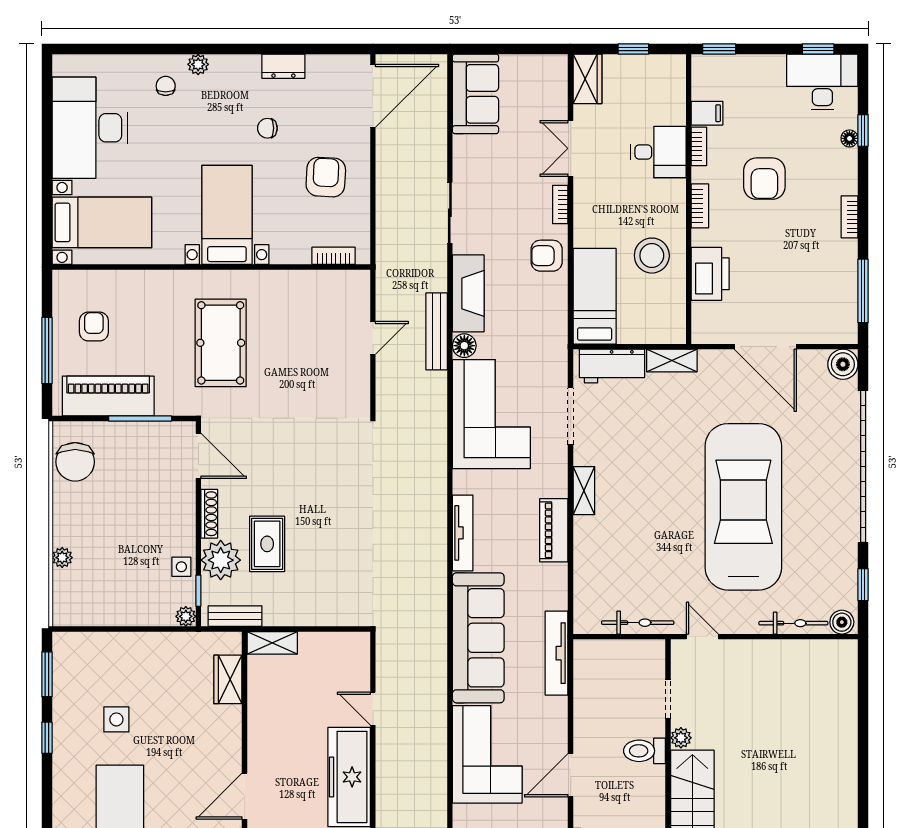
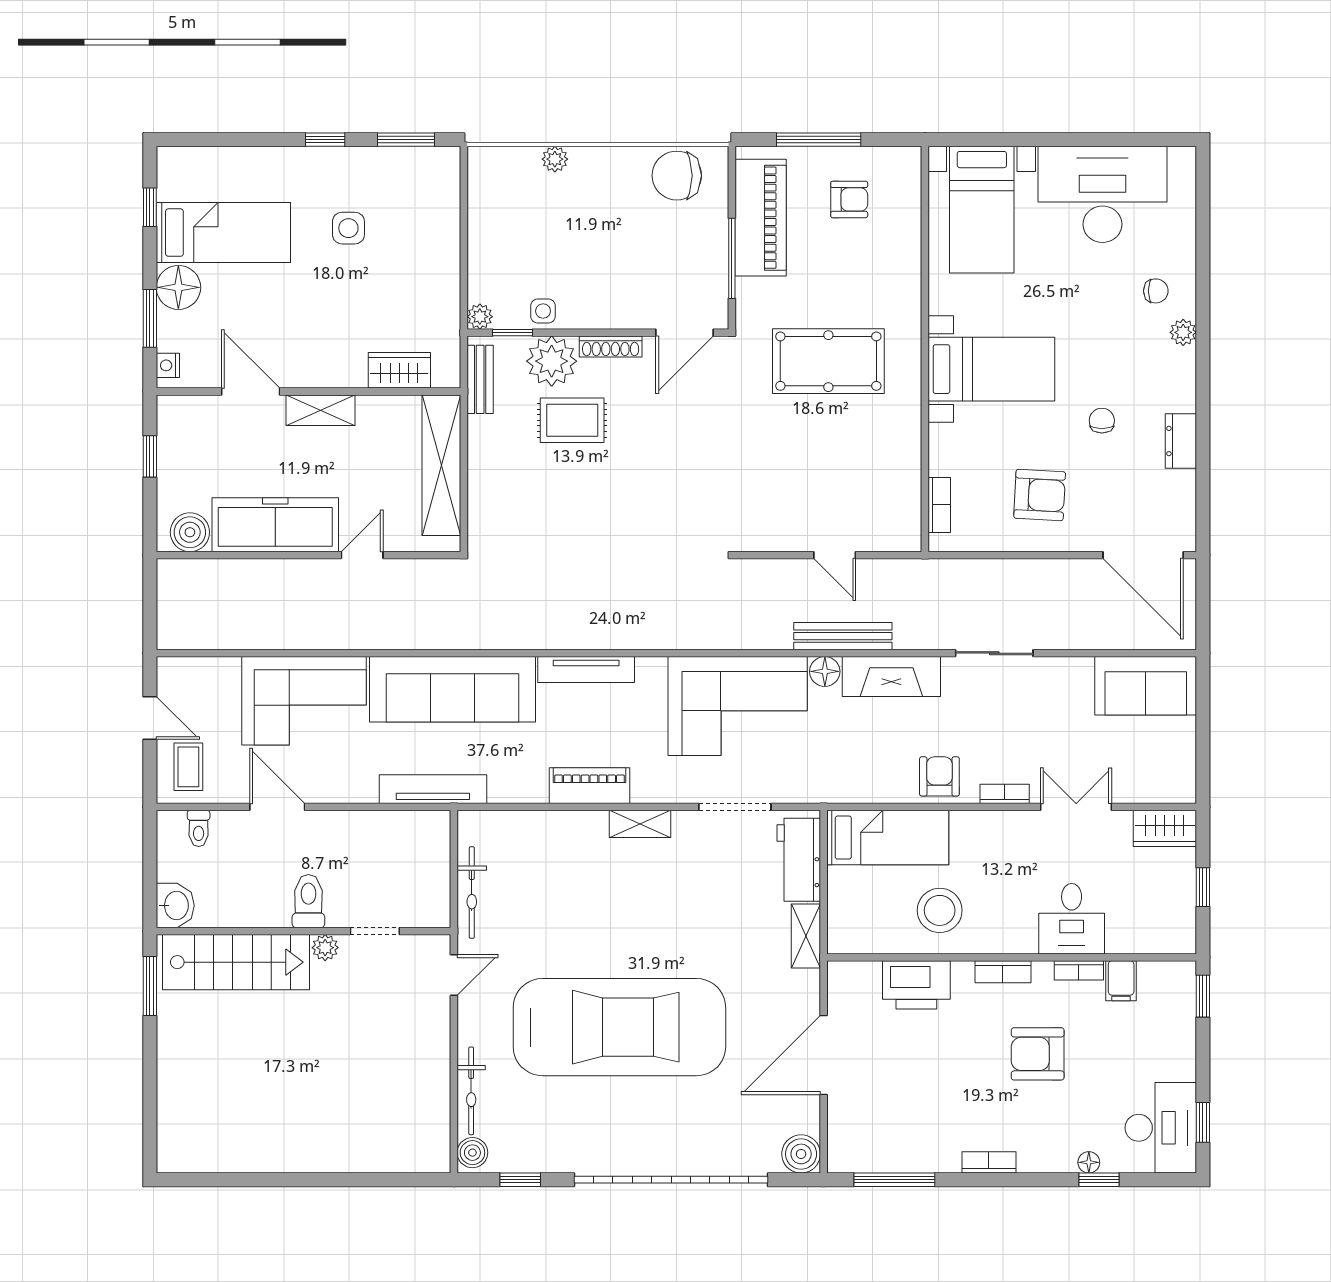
shelving: (272, 643) -> (441, 465), width x2.20, depth x1.33
shelving: (259, 741) -> (321, 410), added

